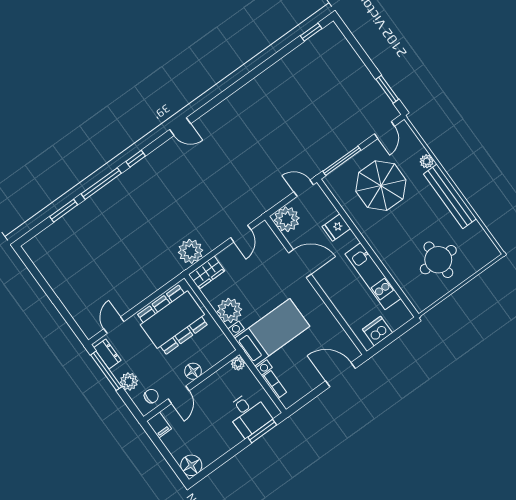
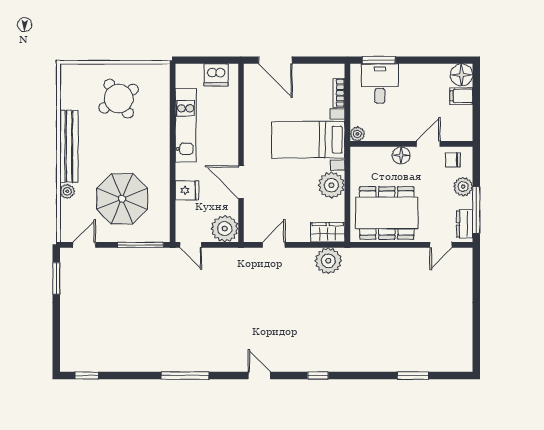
window: (101, 184) -> (185, 376), moved
round table: (438, 260) -> (119, 99), turned -33
filing cabinet: (159, 425) -> (461, 96), moved, turned -90

